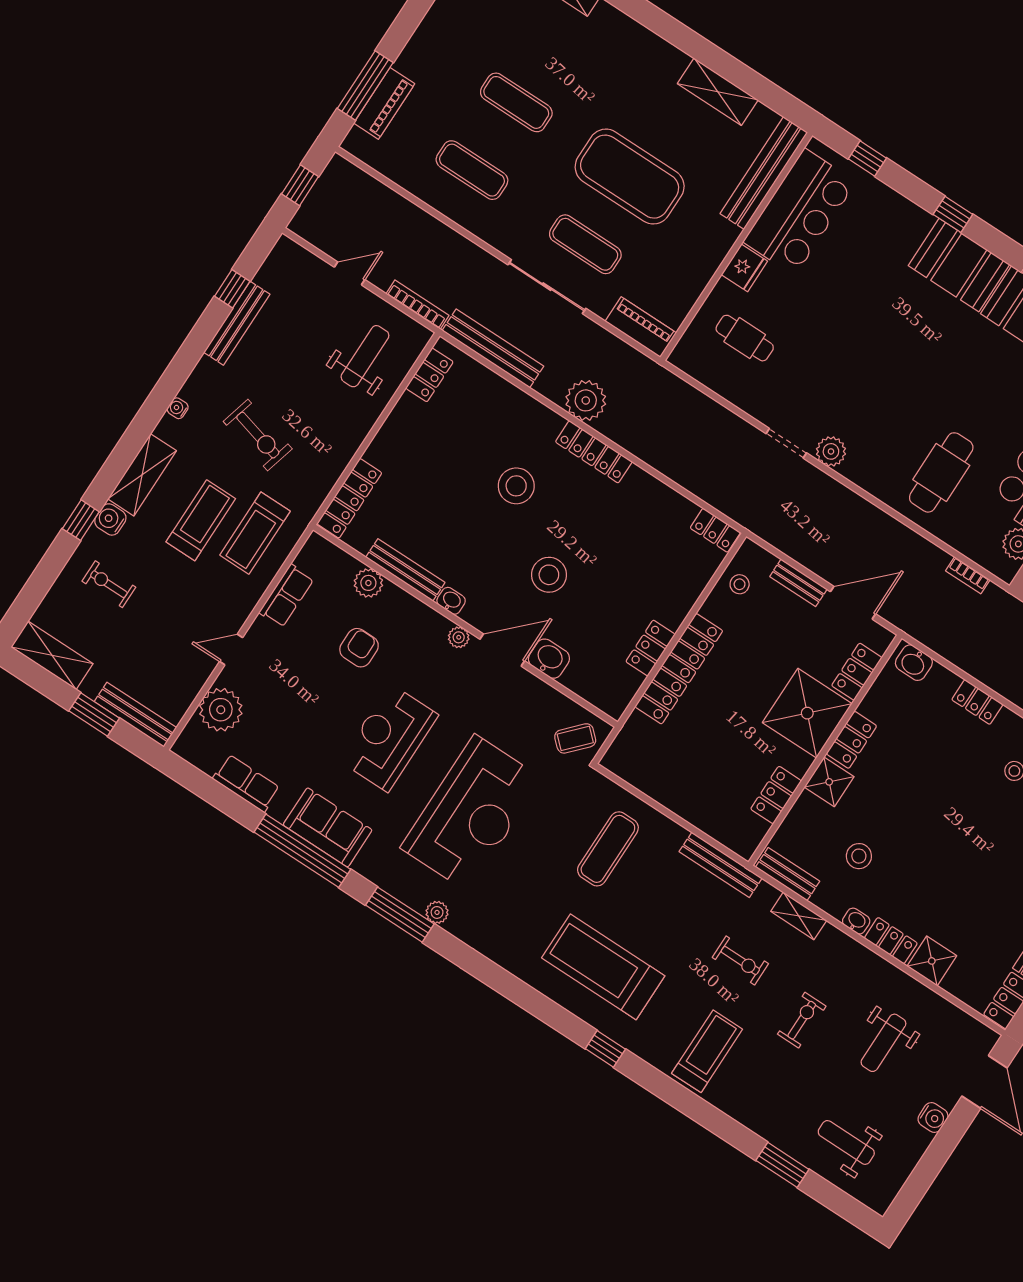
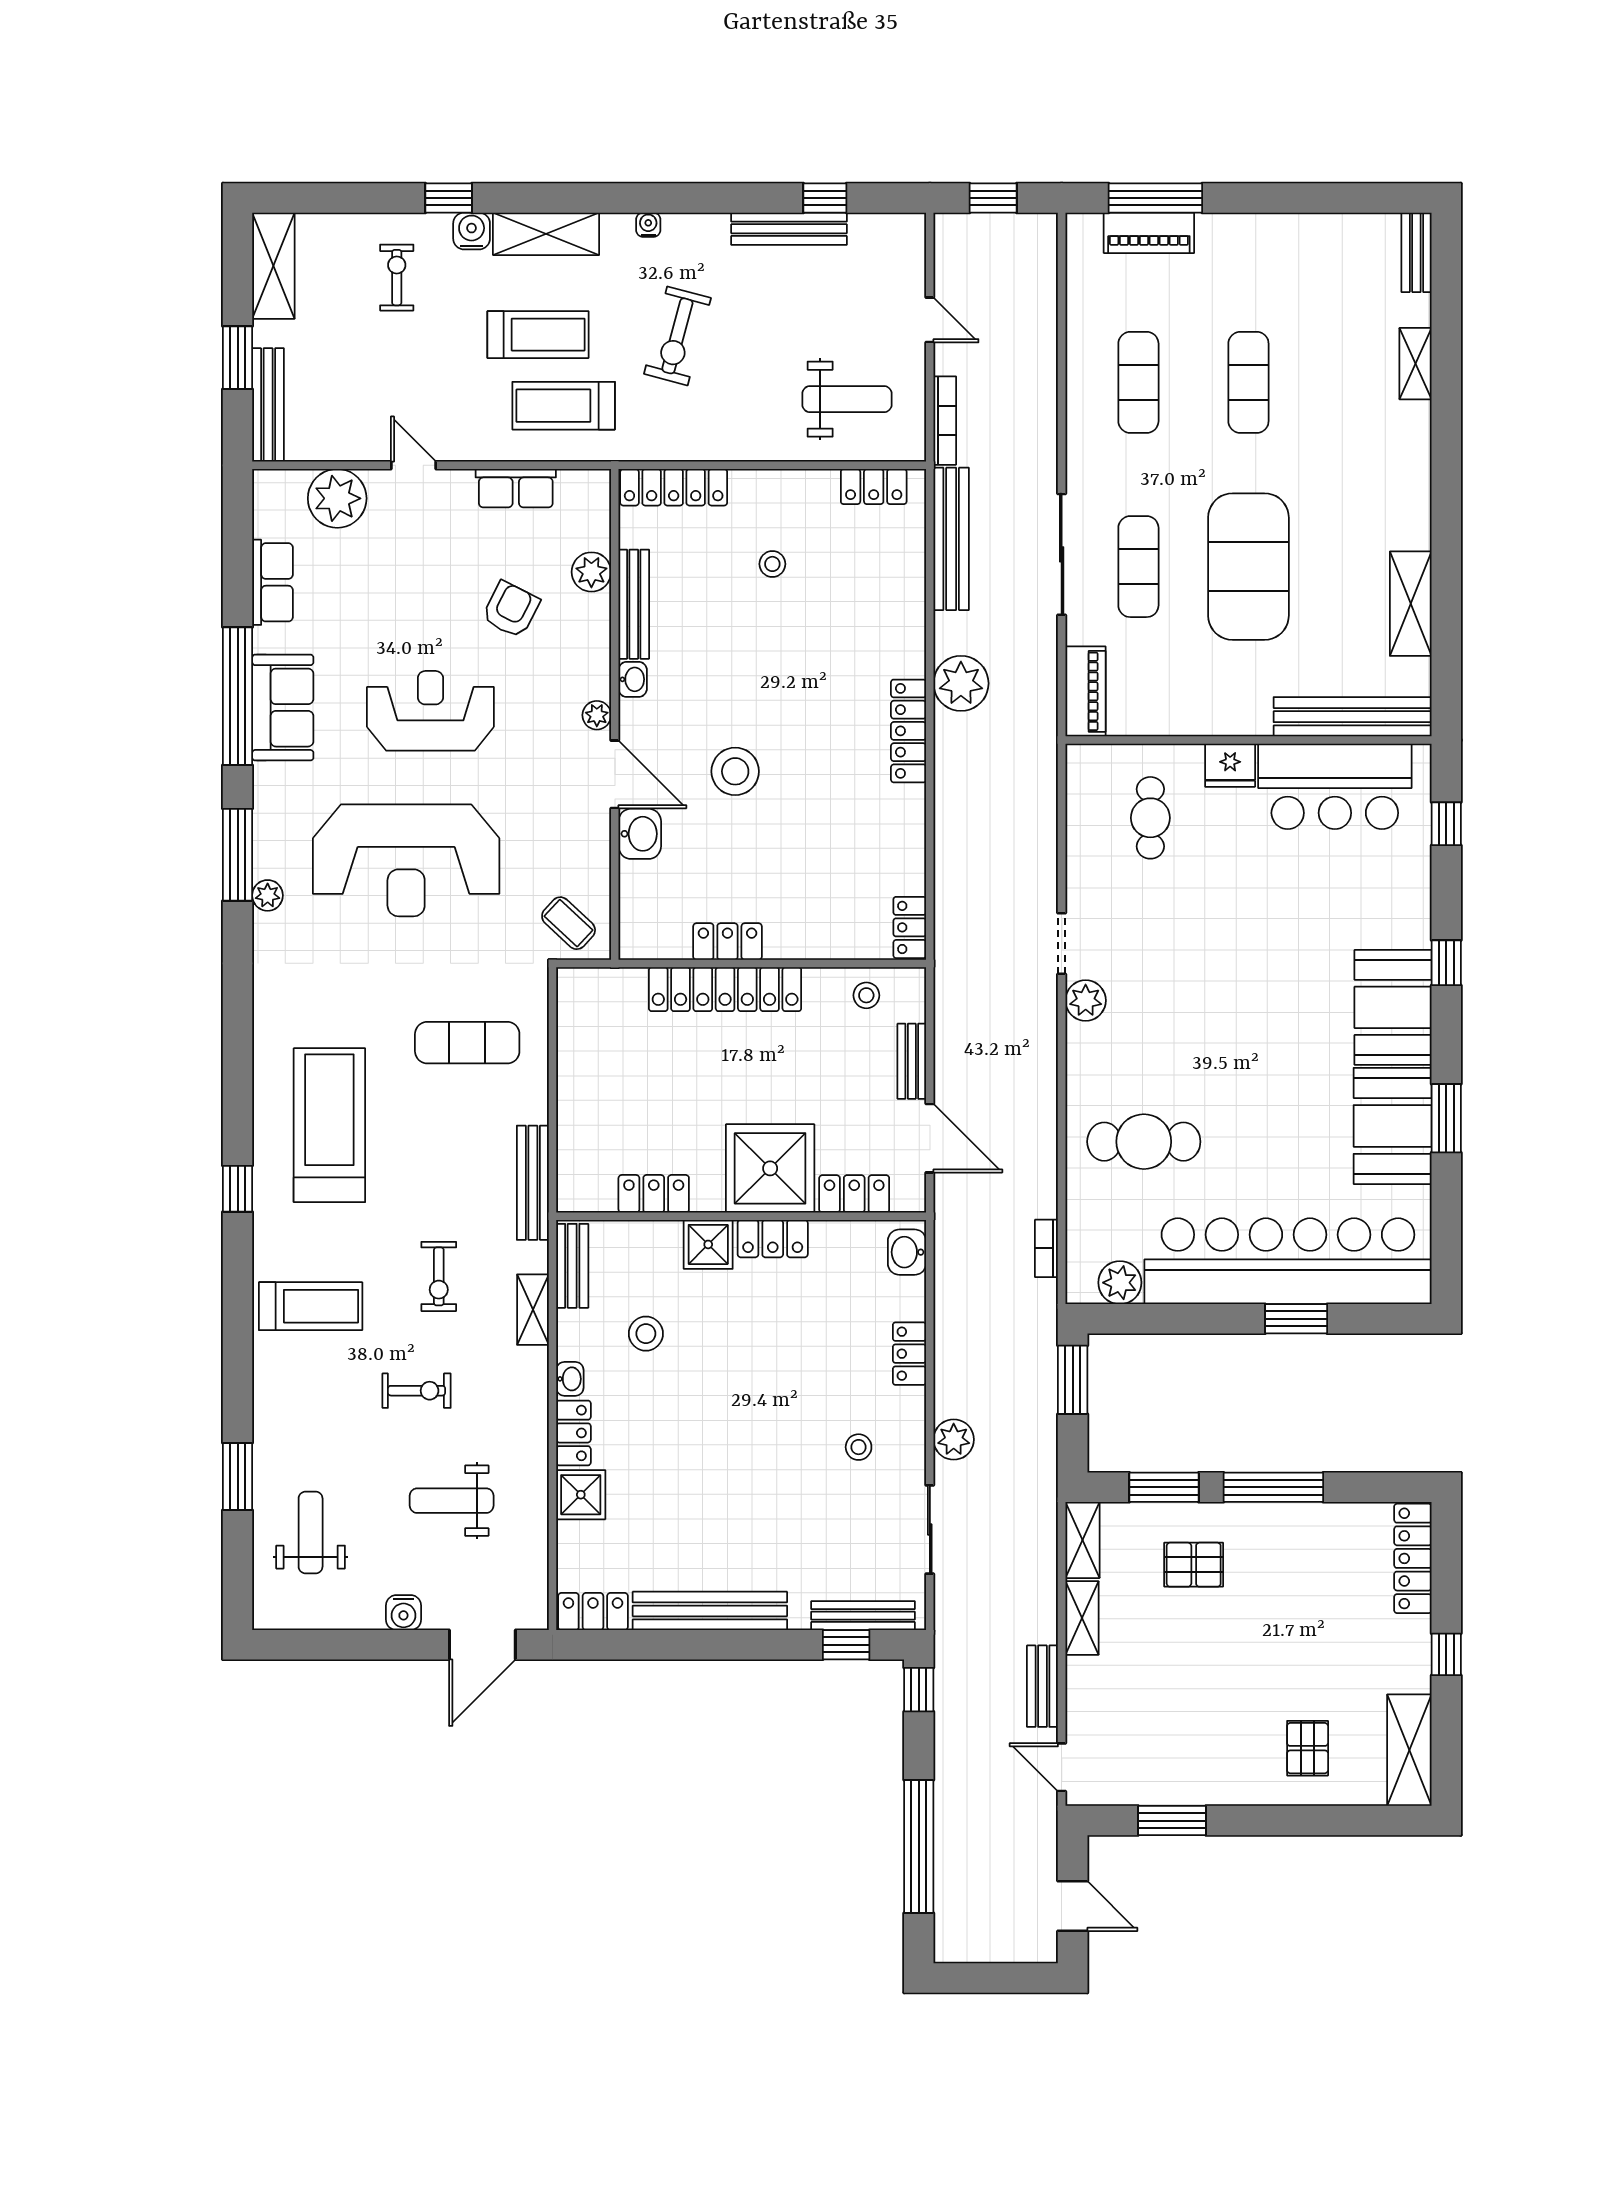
stool: (516, 486) -> (772, 564), moved, width x0.53, depth x0.53
armchair: (359, 648) -> (511, 610), turned -63

